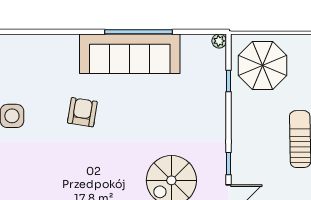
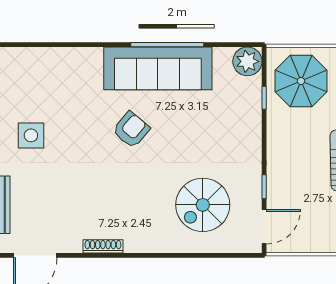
plant: (219, 41) -> (247, 61), width x1.88, depth x1.88
armchair: (82, 112) -> (131, 130), moved, turned 31

